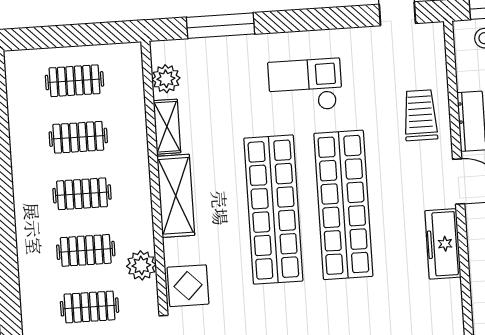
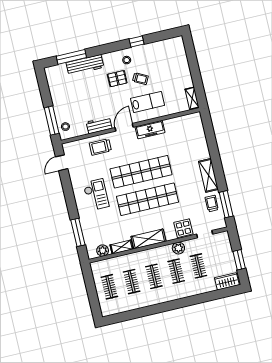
checkout: (305, 85) -> (96, 195), turned 180

